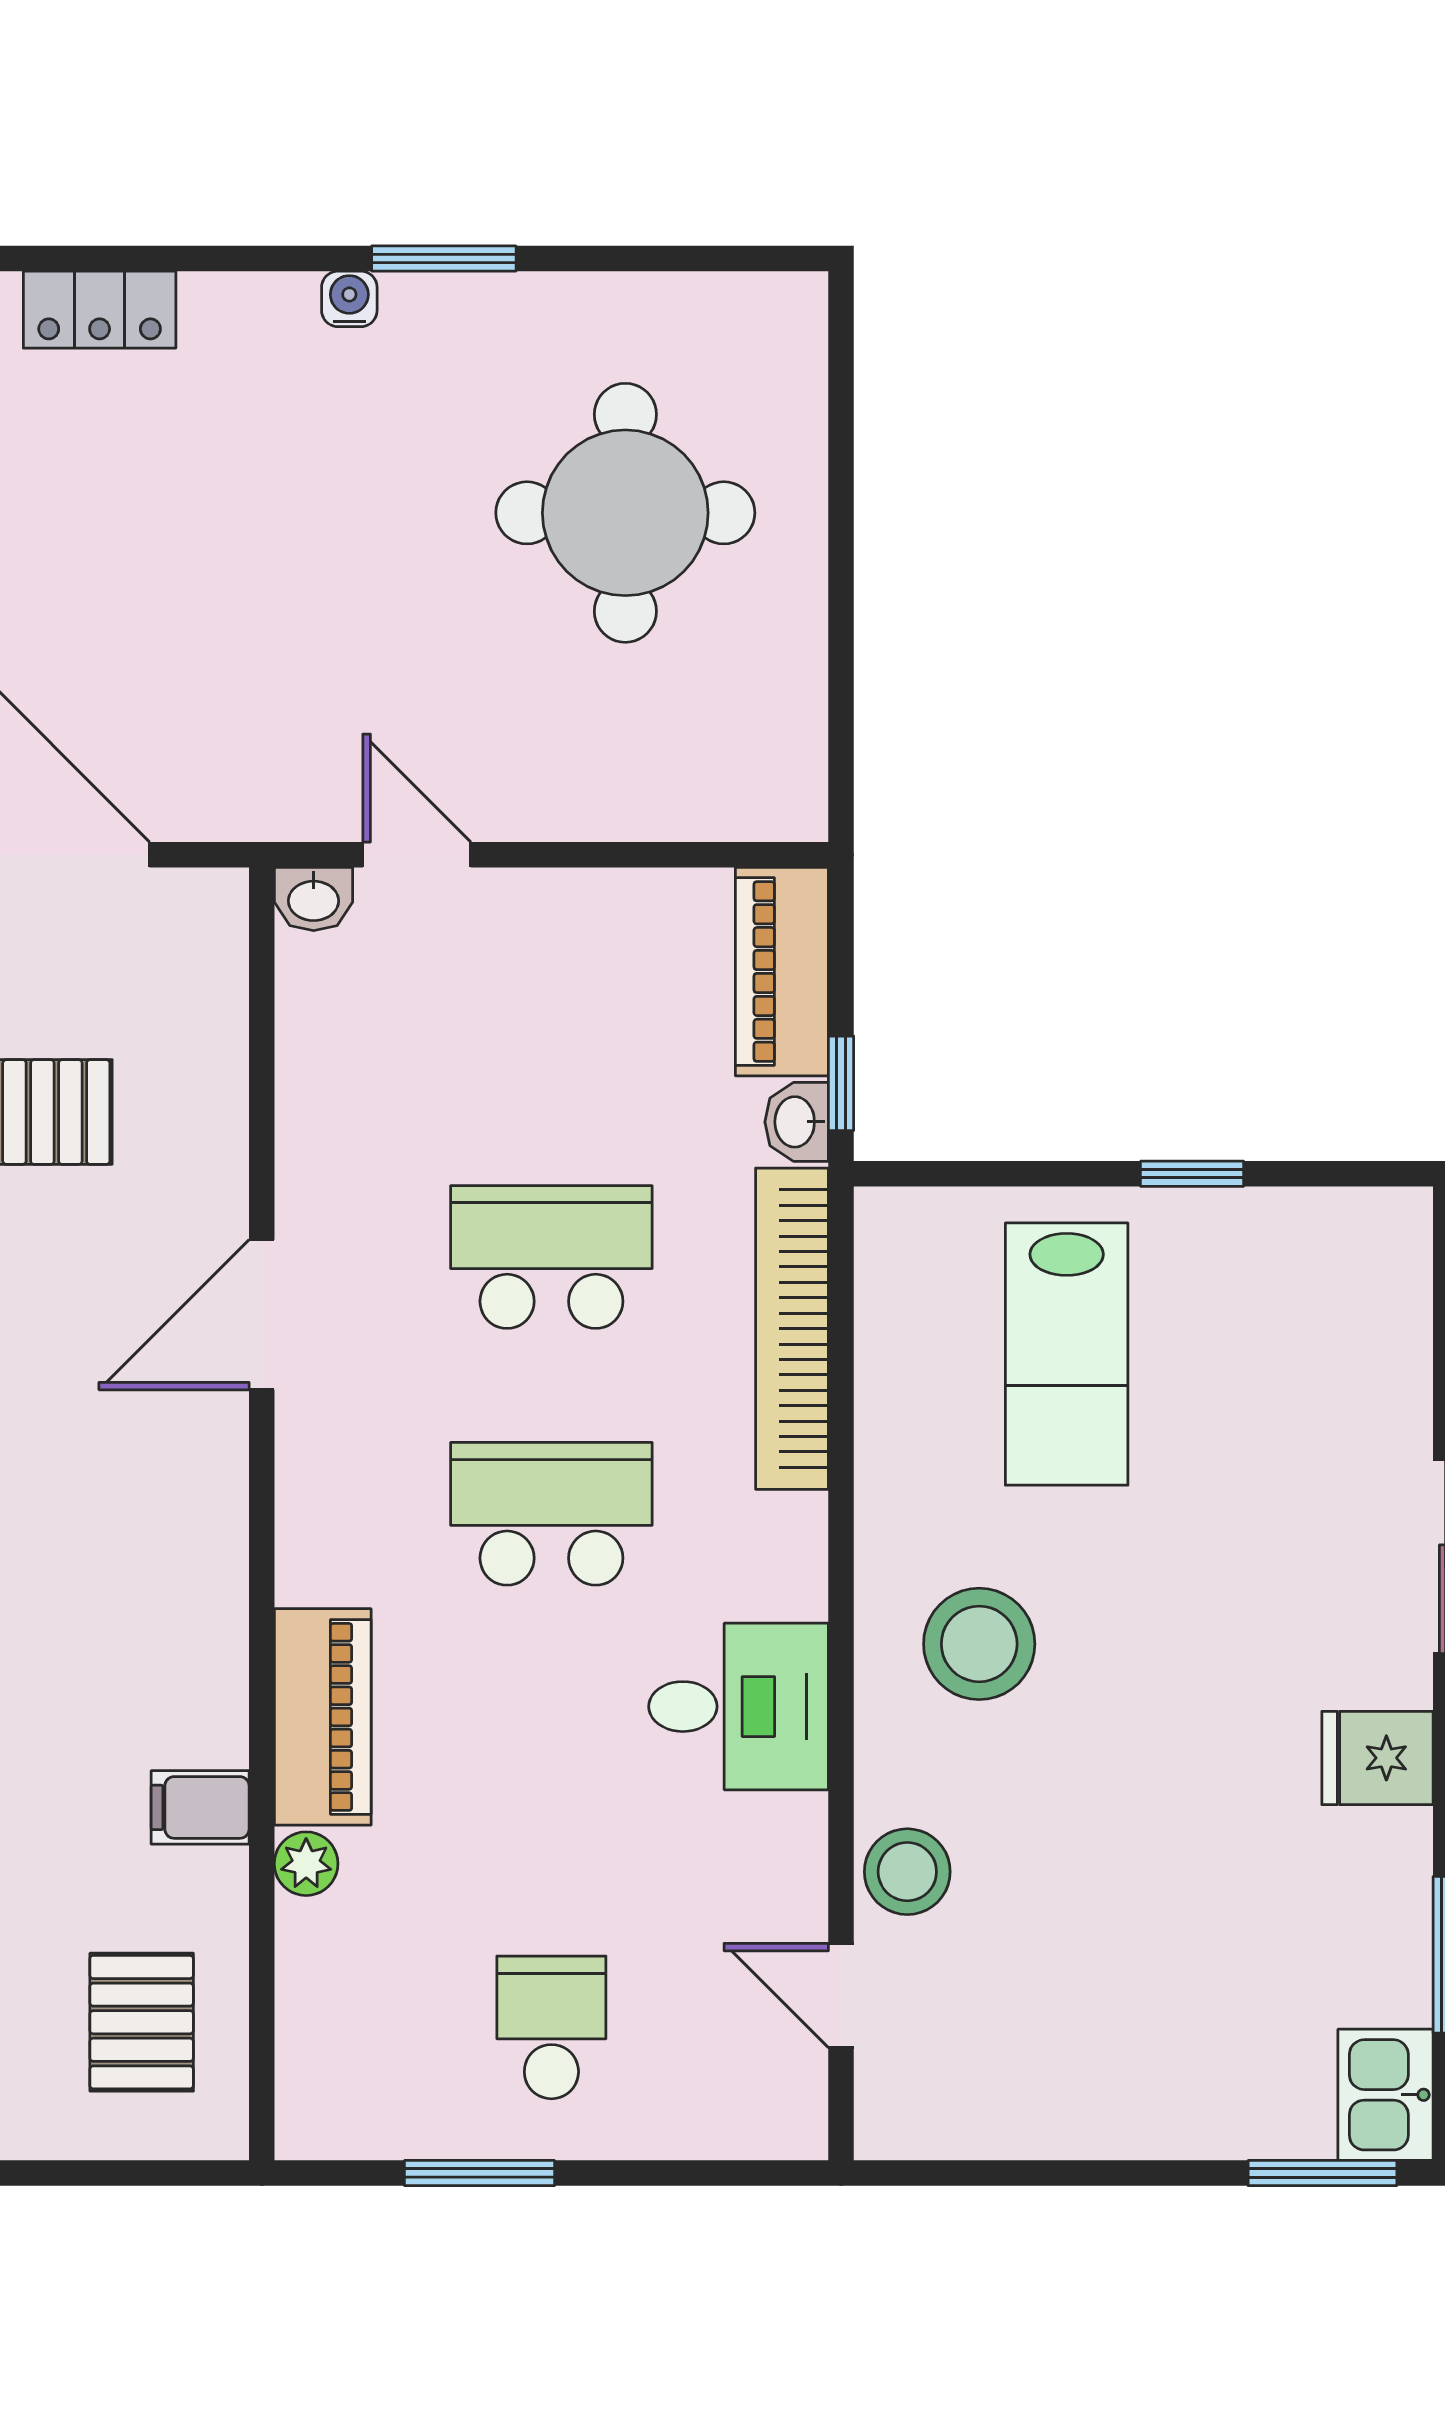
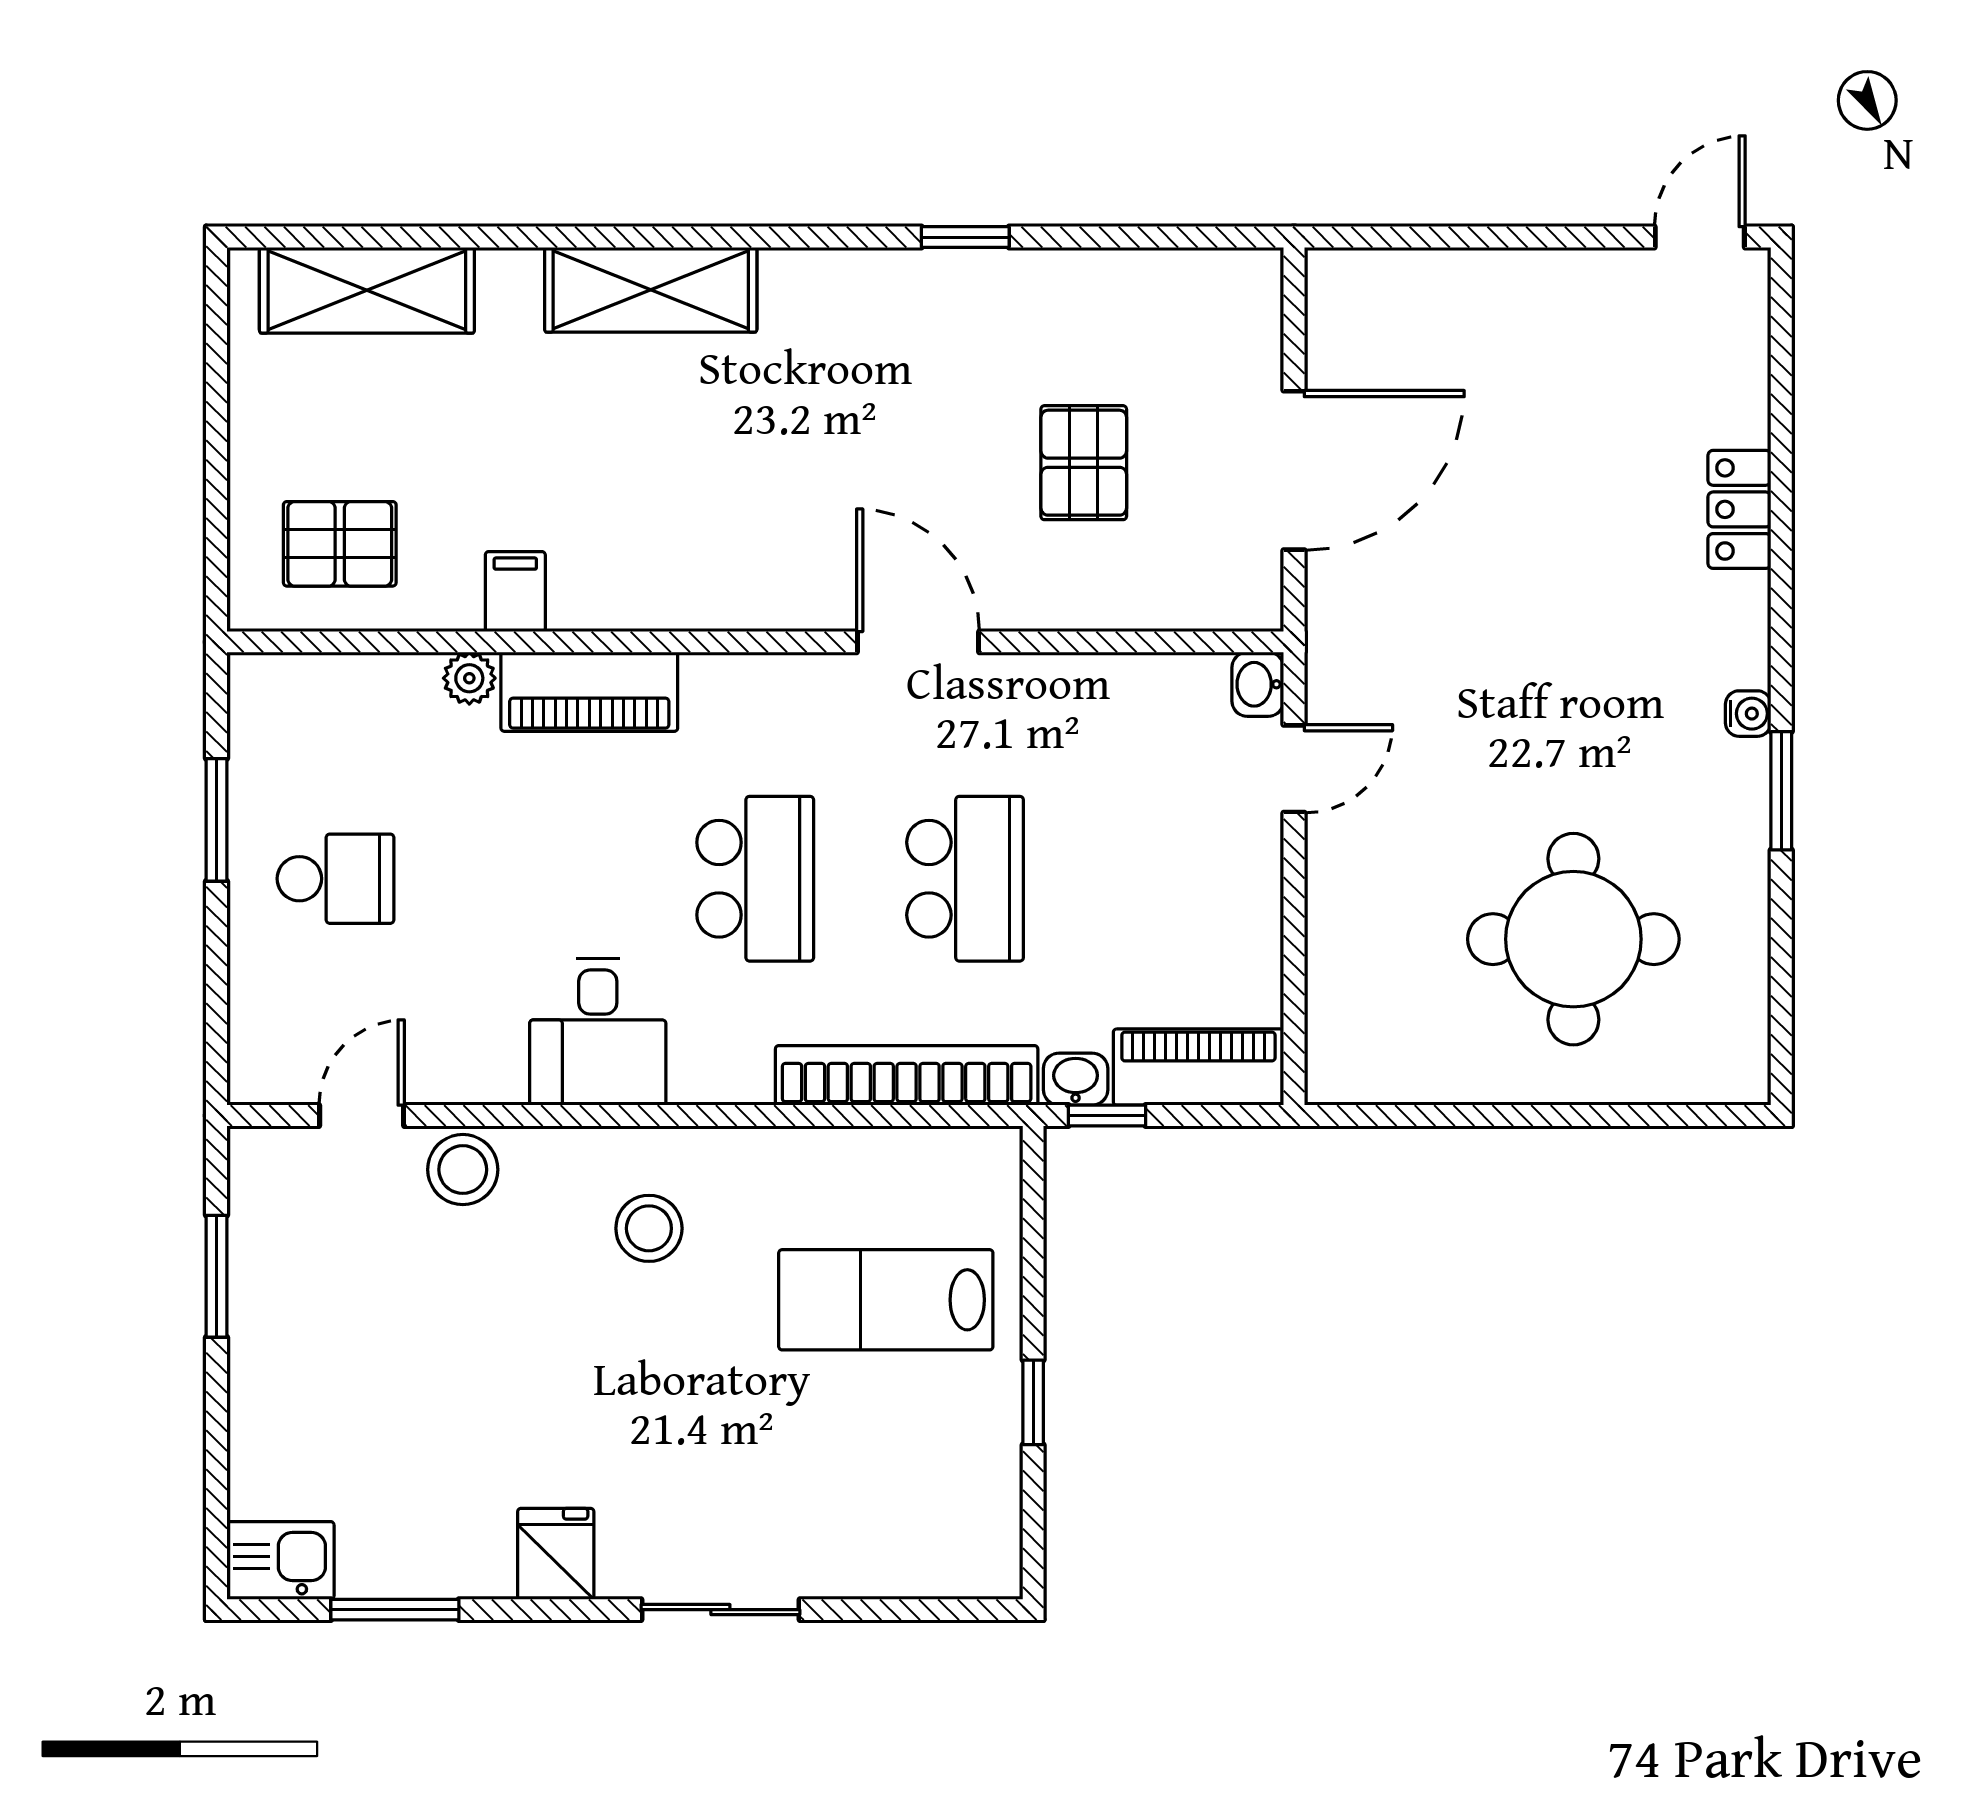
stool: (979, 1644) -> (649, 1228), width x0.73, depth x0.73
window: (1322, 2173) -> (216, 1276), moved

